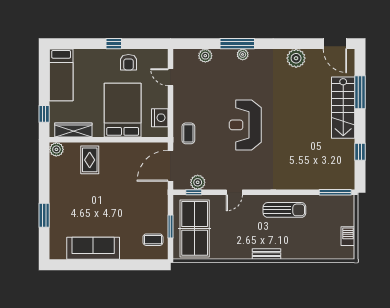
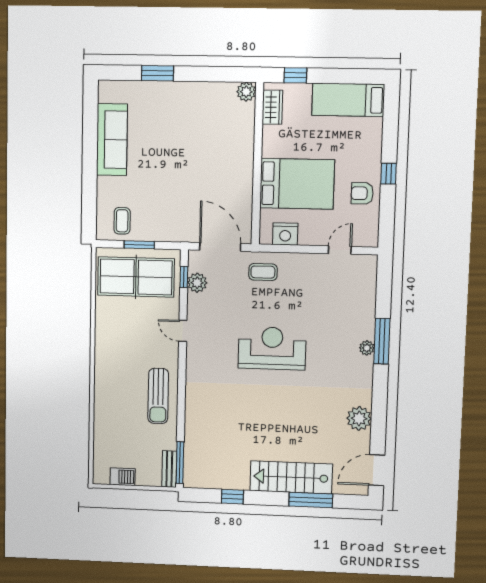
plant: (205, 56) -> (367, 298), removed
wardrobe: (73, 130) -> (272, 107), width x0.67
rug: (90, 160) -> (231, 137), removed
bench: (267, 254) -> (169, 469), moved

